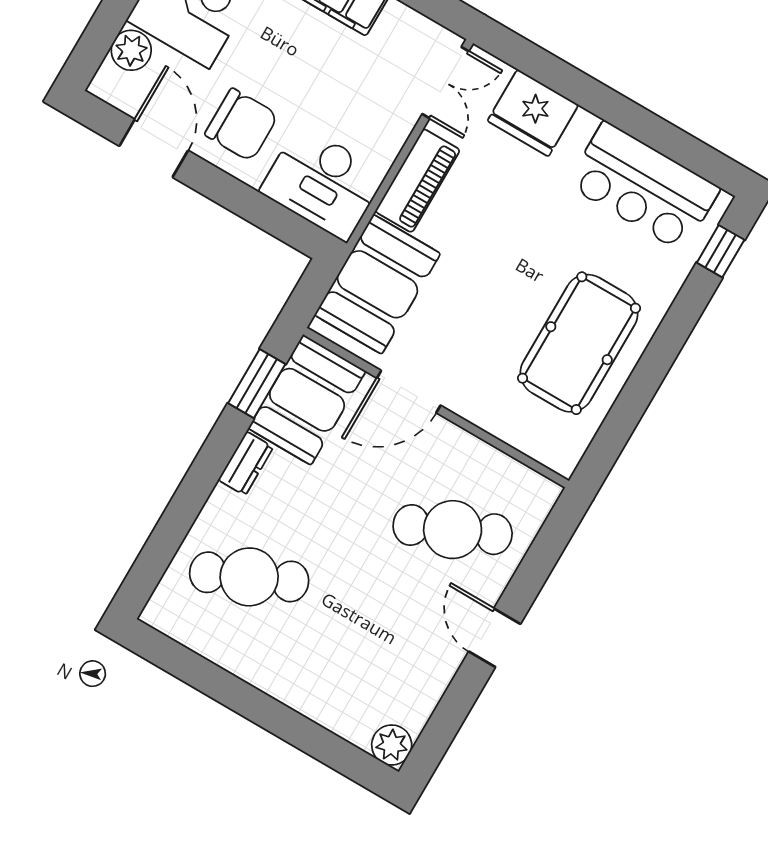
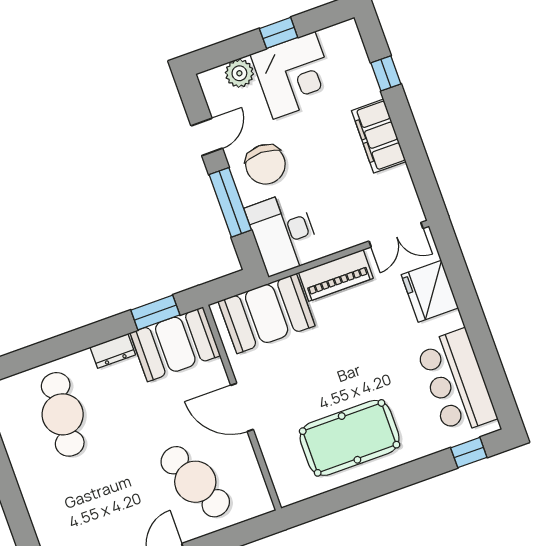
door: (154, 148) -> (207, 137), width x0.73
window: (238, 197) -> (230, 202), added
door: (409, 392) -> (242, 407), moved
cafe table: (249, 577) -> (63, 414), turned 30

